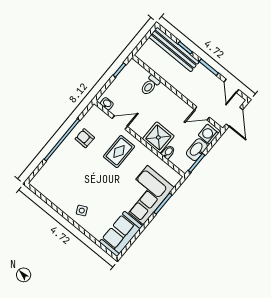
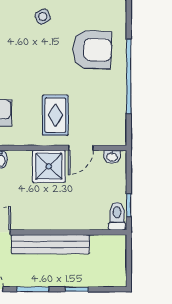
bench: (174, 49) -> (50, 244), moved
toilet: (150, 85) -> (117, 216), moved
shower: (158, 137) -> (49, 166), moved
armchair: (85, 138) -> (92, 50), moved, width x1.88, depth x1.88

